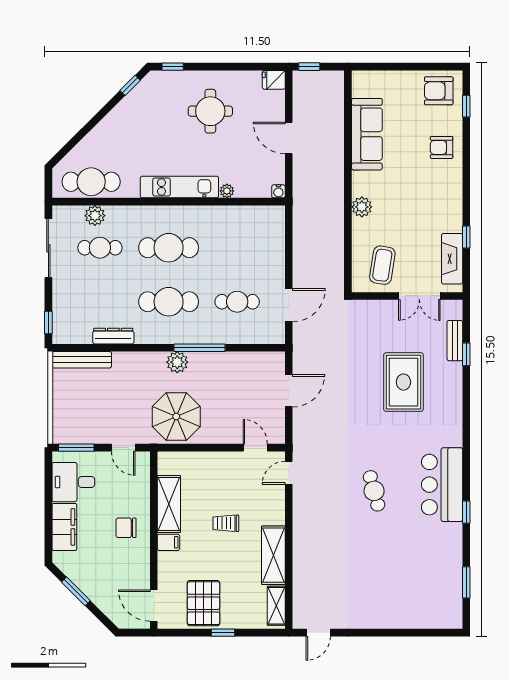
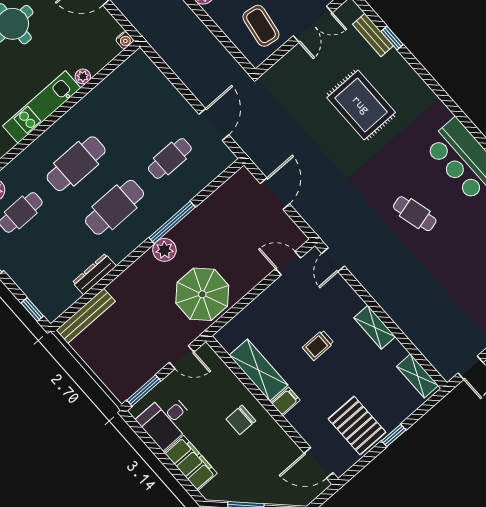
shelving: (273, 555) -> (375, 327), width x0.67, depth x0.75

